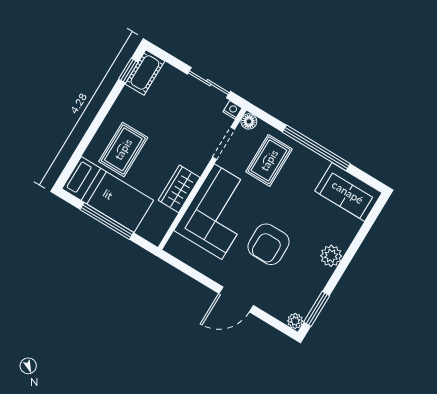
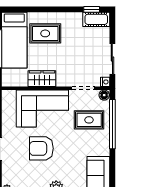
window: (316, 148) -> (112, 124), moved

